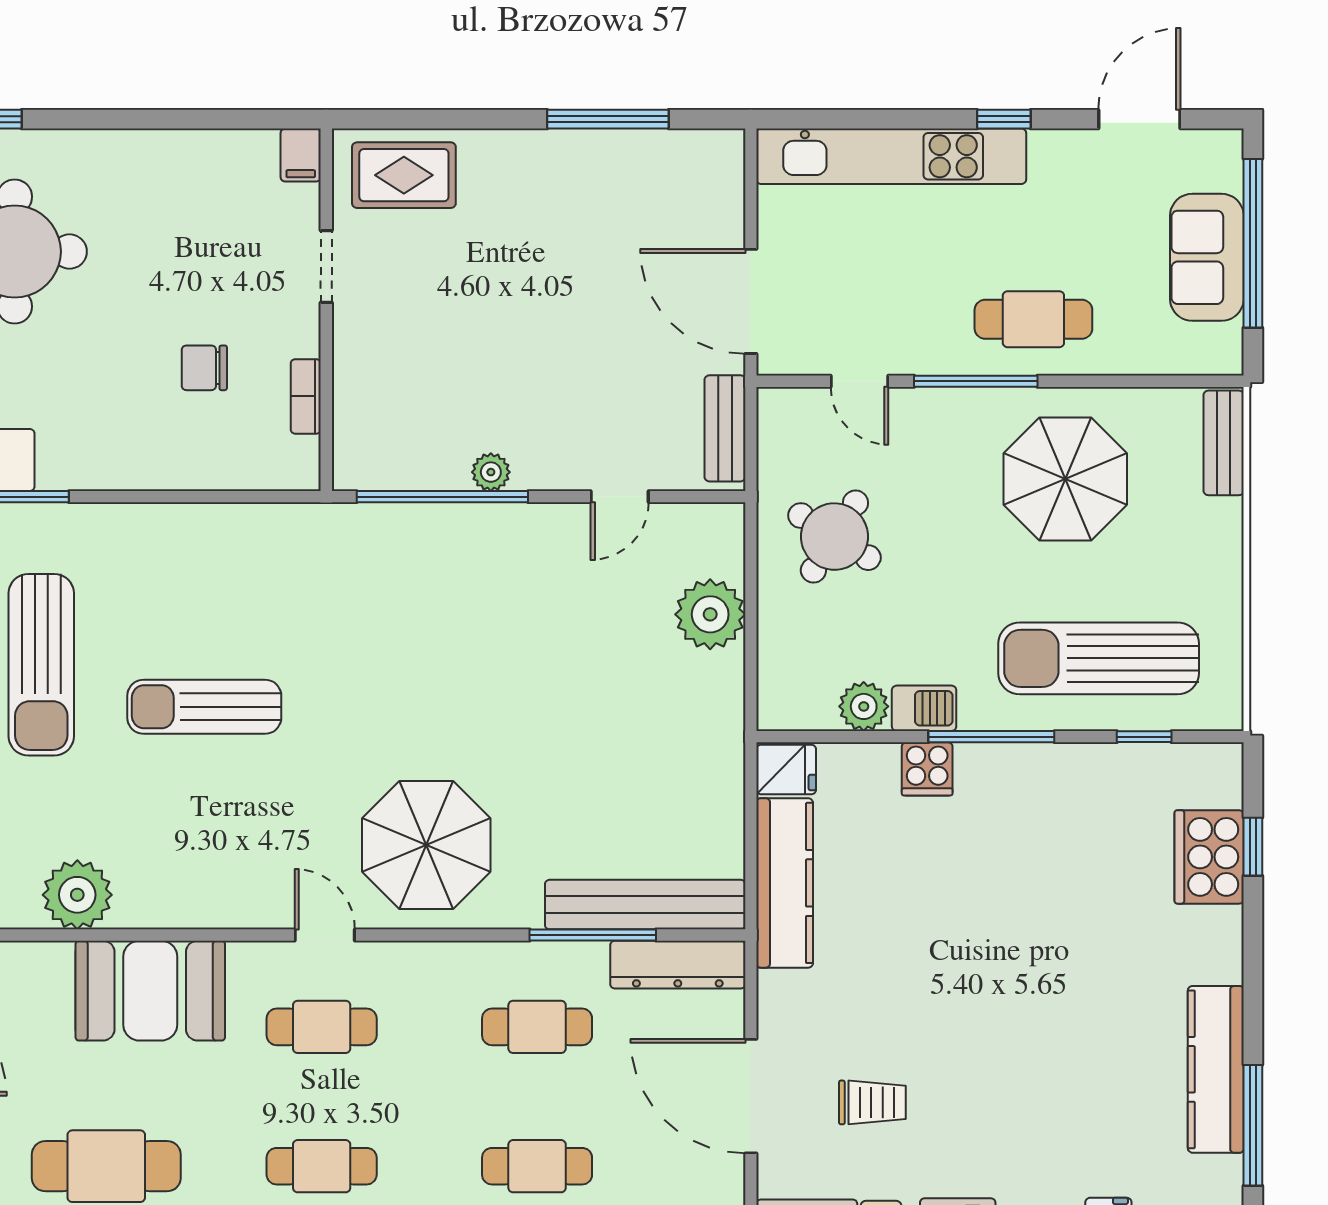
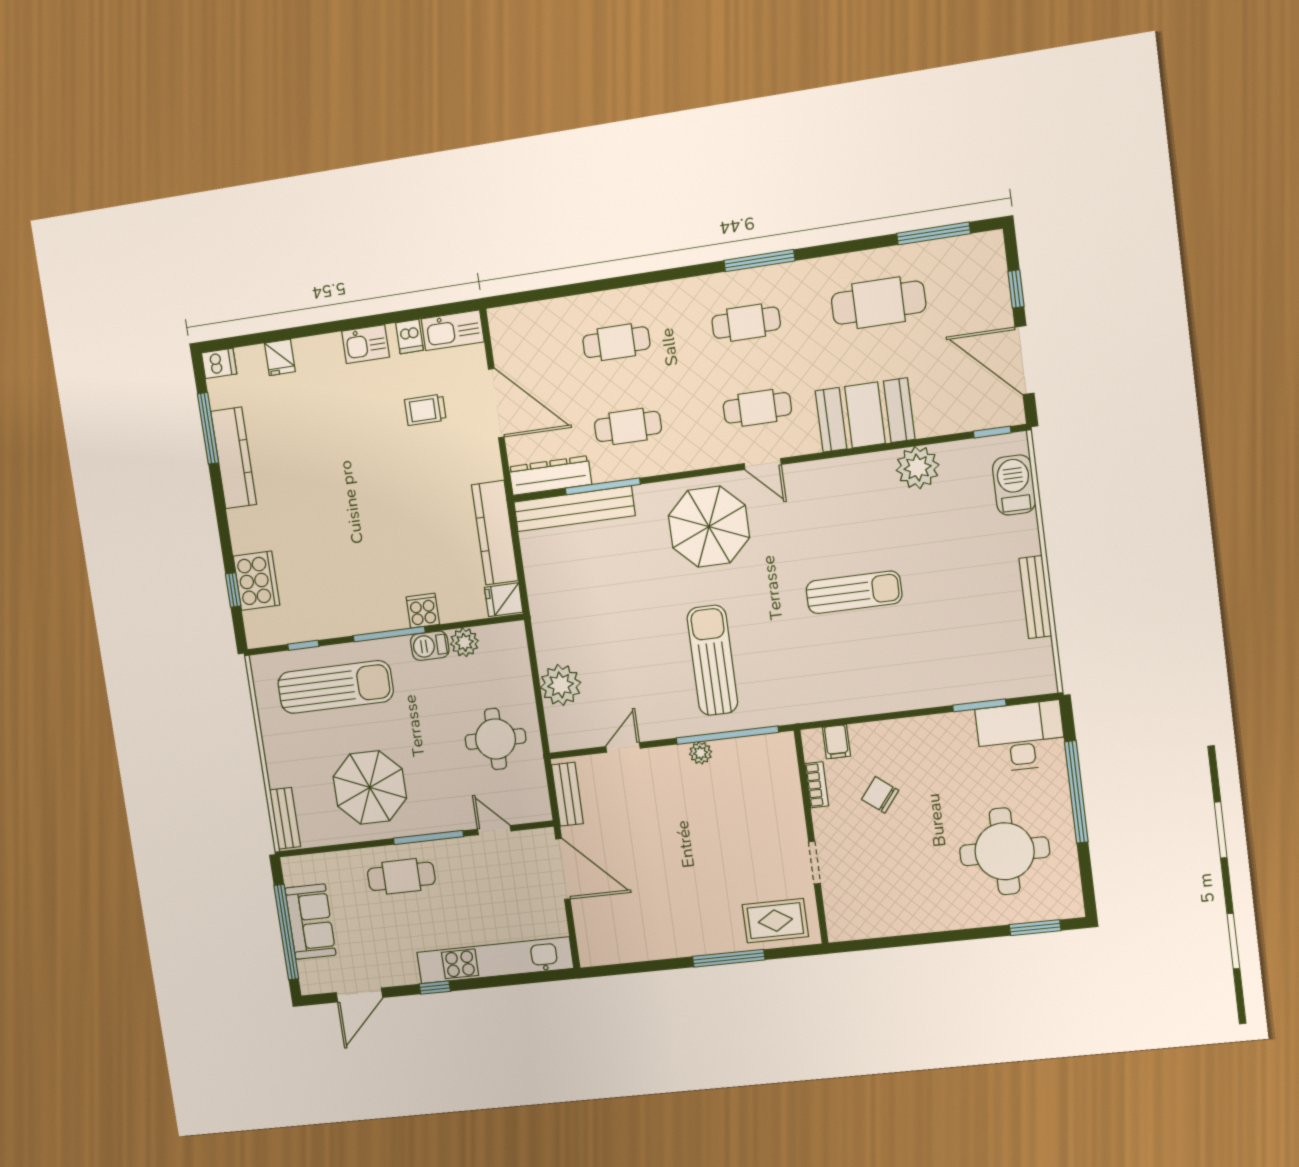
window: (608, 119) -> (729, 958), moved
filing cabinet: (301, 155) -> (836, 742), moved, turned 180
chair: (204, 368) -> (880, 795), turned -142
round table: (834, 537) -> (495, 739), turned -32
sun lounger: (41, 665) -> (712, 660), moved

